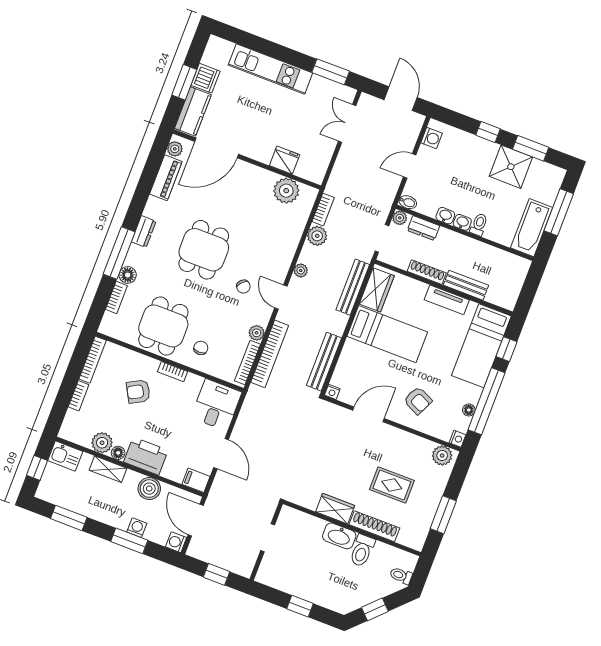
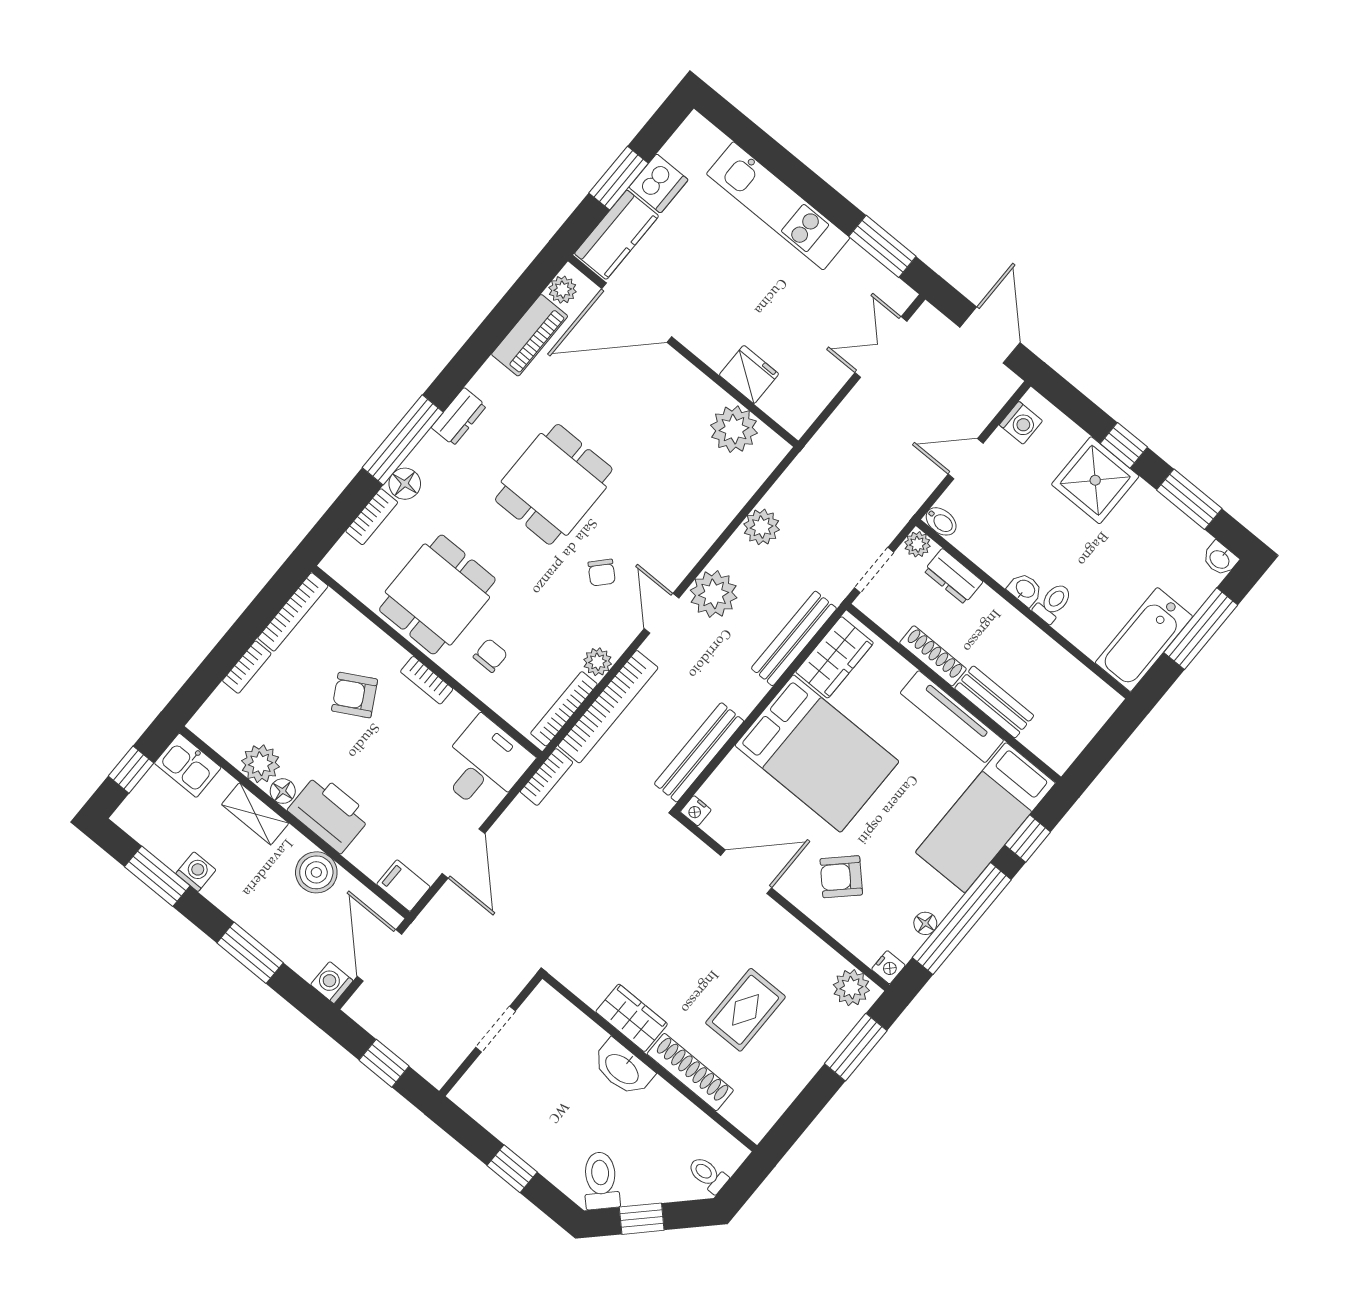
shower: (511, 167) -> (1095, 480), moved
bookcase: (323, 210) -> (547, 777), moved
washbasin: (445, 216) -> (1220, 559), moved, turned 180
plant: (301, 270) -> (714, 594), width x1.87, depth x1.87
tv unit: (447, 300) -> (952, 717), width x1.41
bed: (387, 334) -> (817, 754), width x1.50
armchair: (418, 401) -> (841, 877), turned 111
rug: (392, 485) -> (745, 1010), turned 90
window: (443, 515) -> (856, 1047), moved
washing machine: (137, 528) -> (196, 872), moved
toilet: (362, 551) -> (601, 1180), moved, turned 135

